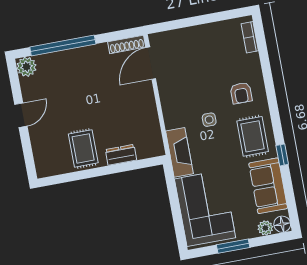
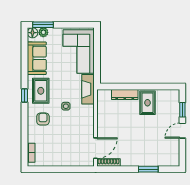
window: (63, 45) -> (148, 169), width x0.47
plant: (26, 67) -> (173, 160), removed
window: (27, 148) -> (182, 110), added
dresser: (121, 155) -> (125, 94), width x1.44
window: (282, 155) -> (24, 96), moved
window: (233, 246) -> (43, 25), moved

